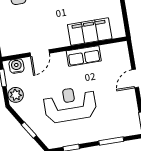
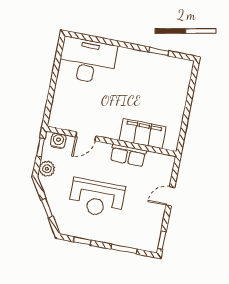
reception desk: (70, 104) -> (97, 198), turned 180

